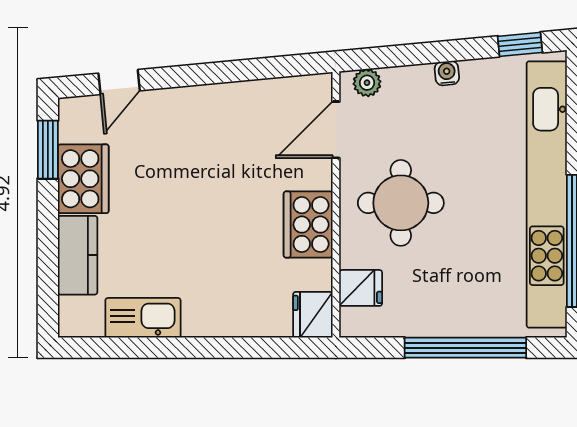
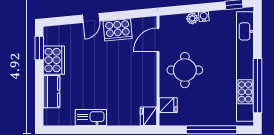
door: (119, 82) -> (91, 18), moved
plant: (367, 83) -> (192, 18), moved
cooker: (308, 225) -> (118, 30), moved, turned -95
kitchen sink: (143, 318) -> (91, 117), moved

